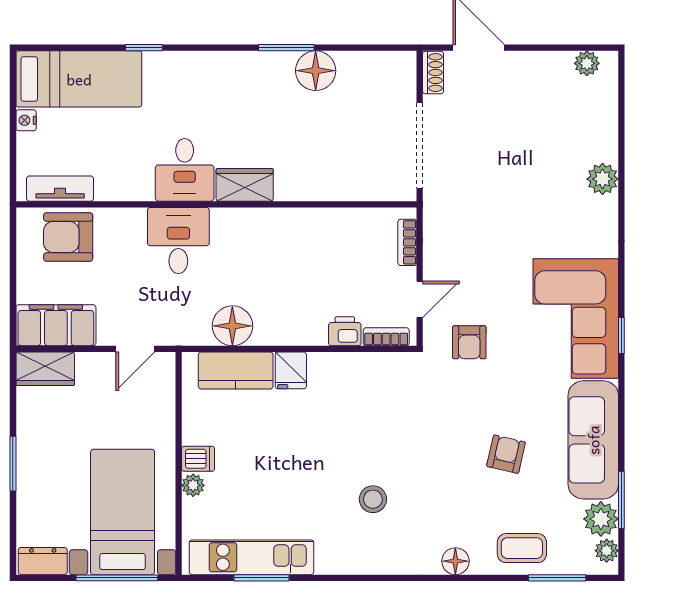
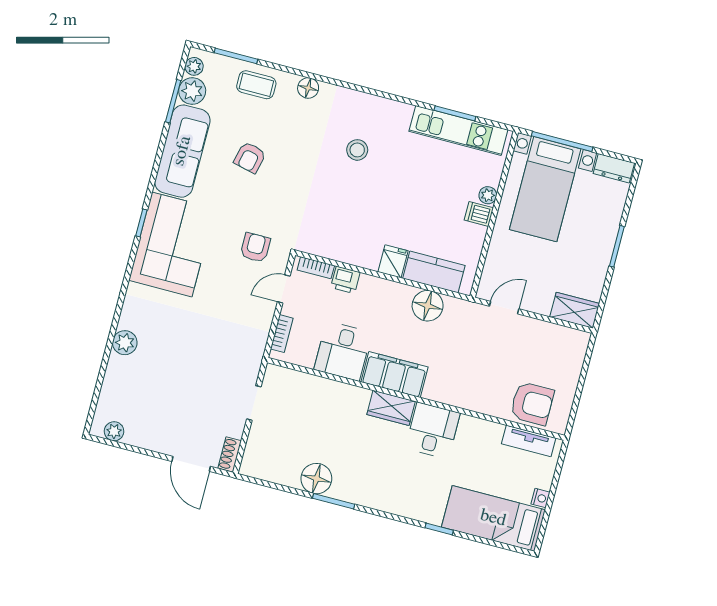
doorway: (420, 145) -> (254, 403), width x0.53
desk: (178, 240) -> (343, 351), moved
filing cabinet: (56, 325) -> (395, 375), moved, turned 180

